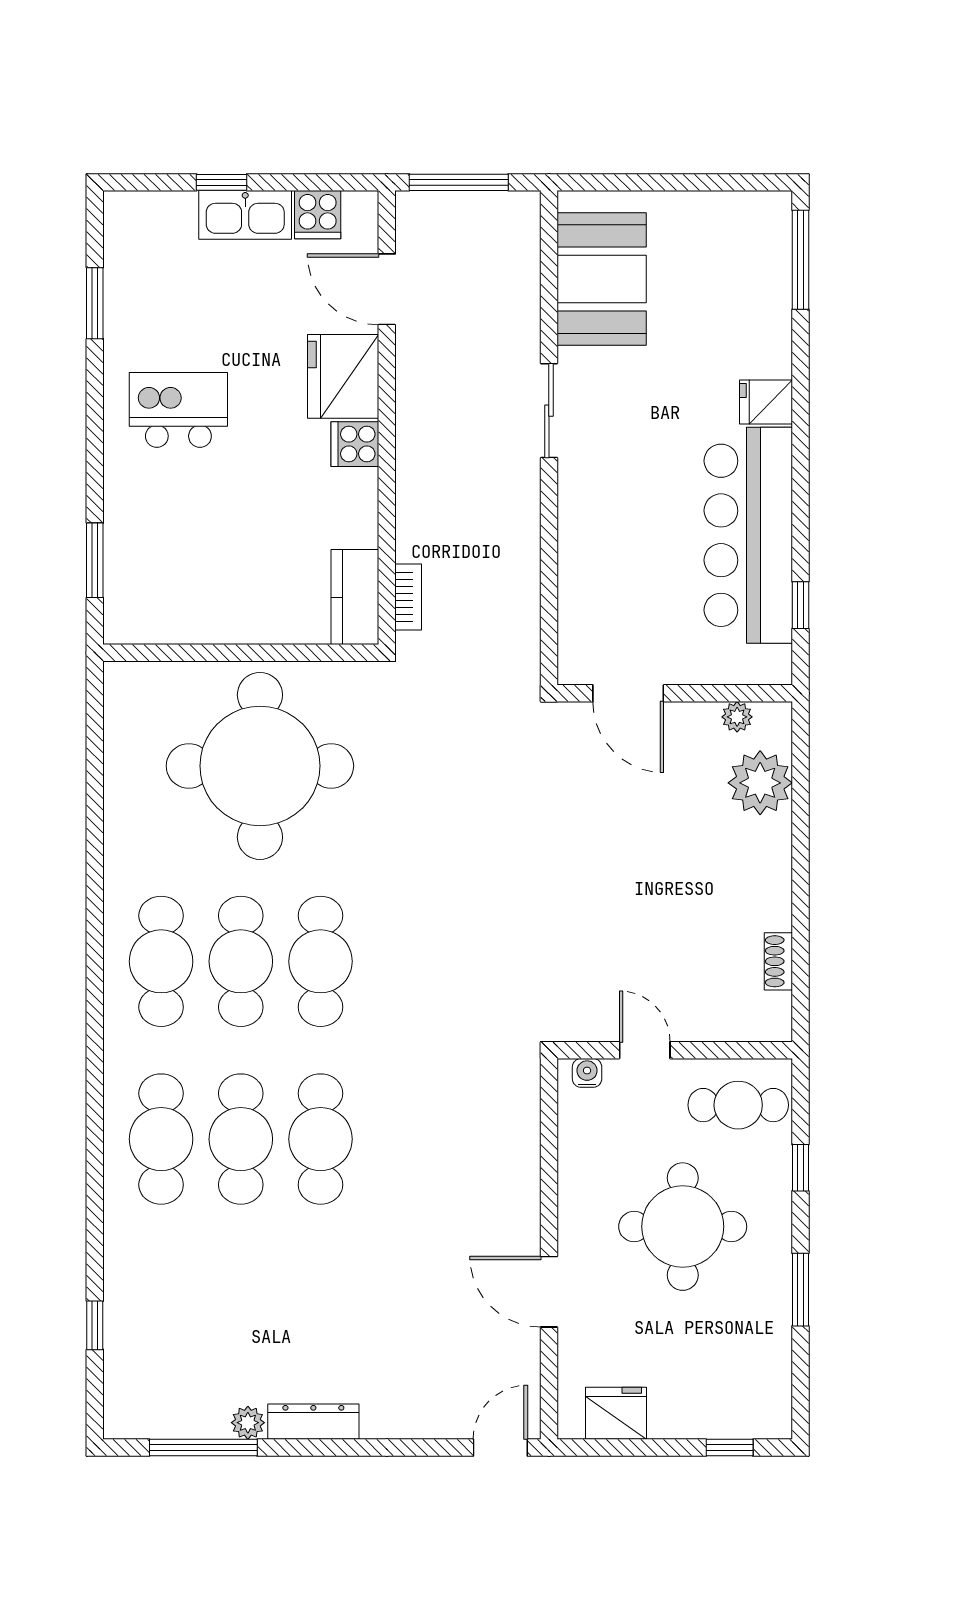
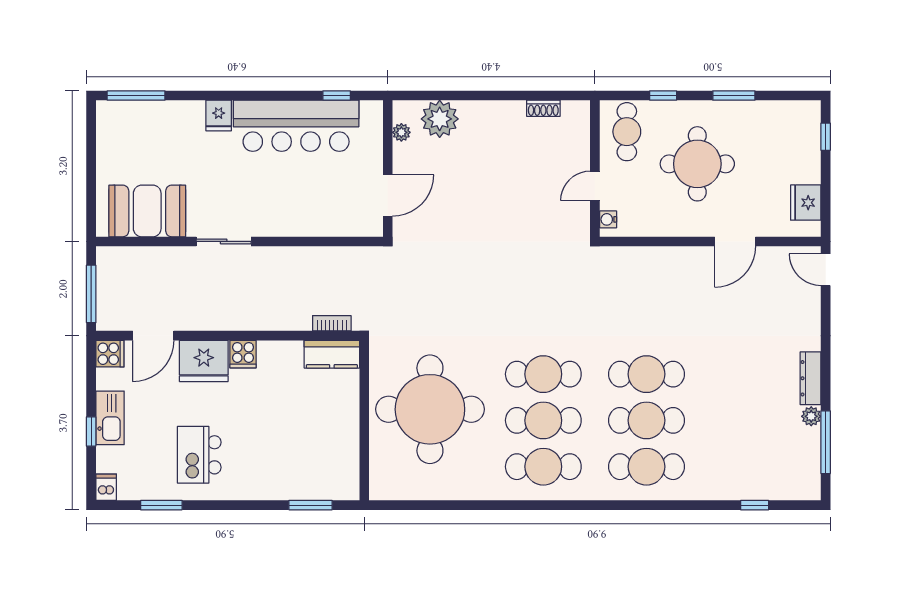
dishwasher: (126, 208) -> (106, 487), added
cooker: (318, 215) -> (110, 354), moved
kitchen island: (178, 410) -> (199, 455), moved

